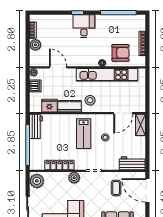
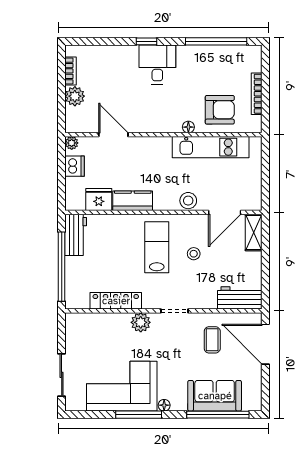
kitchen unit: (107, 75) -> (211, 147), width x0.73
stool: (90, 100) -> (188, 201), moved
lab bench: (84, 134) -> (157, 247), turned 180
plant: (37, 181) -> (77, 328), removed

